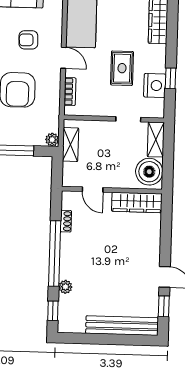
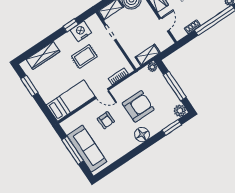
door: (63, 58) -> (102, 93), swing flipped

